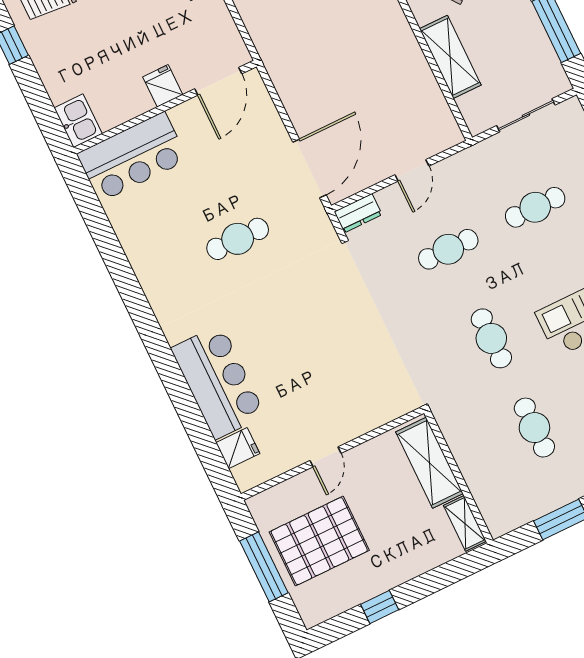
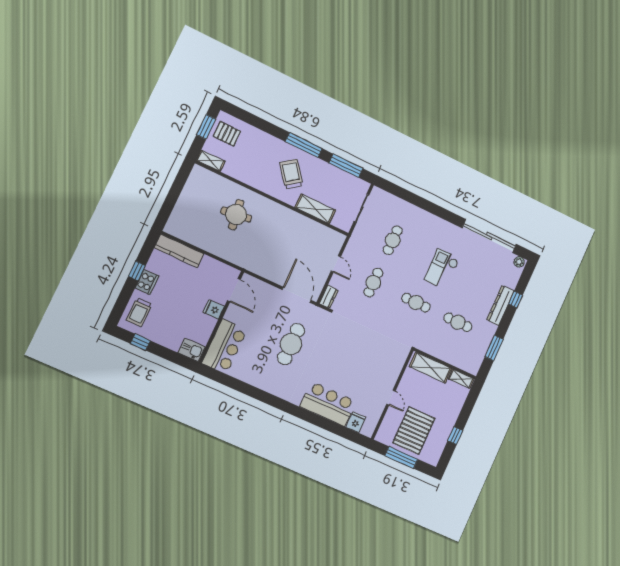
cafe table: (238, 239) -> (291, 344), width x1.37, depth x1.35

